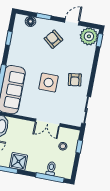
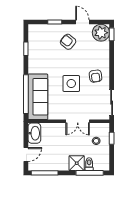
floor lamp: (30, 21) -> (43, 29), removed
door: (72, 22) -> (82, 22), hinge flipped
shower: (18, 161) -> (77, 163), moved

